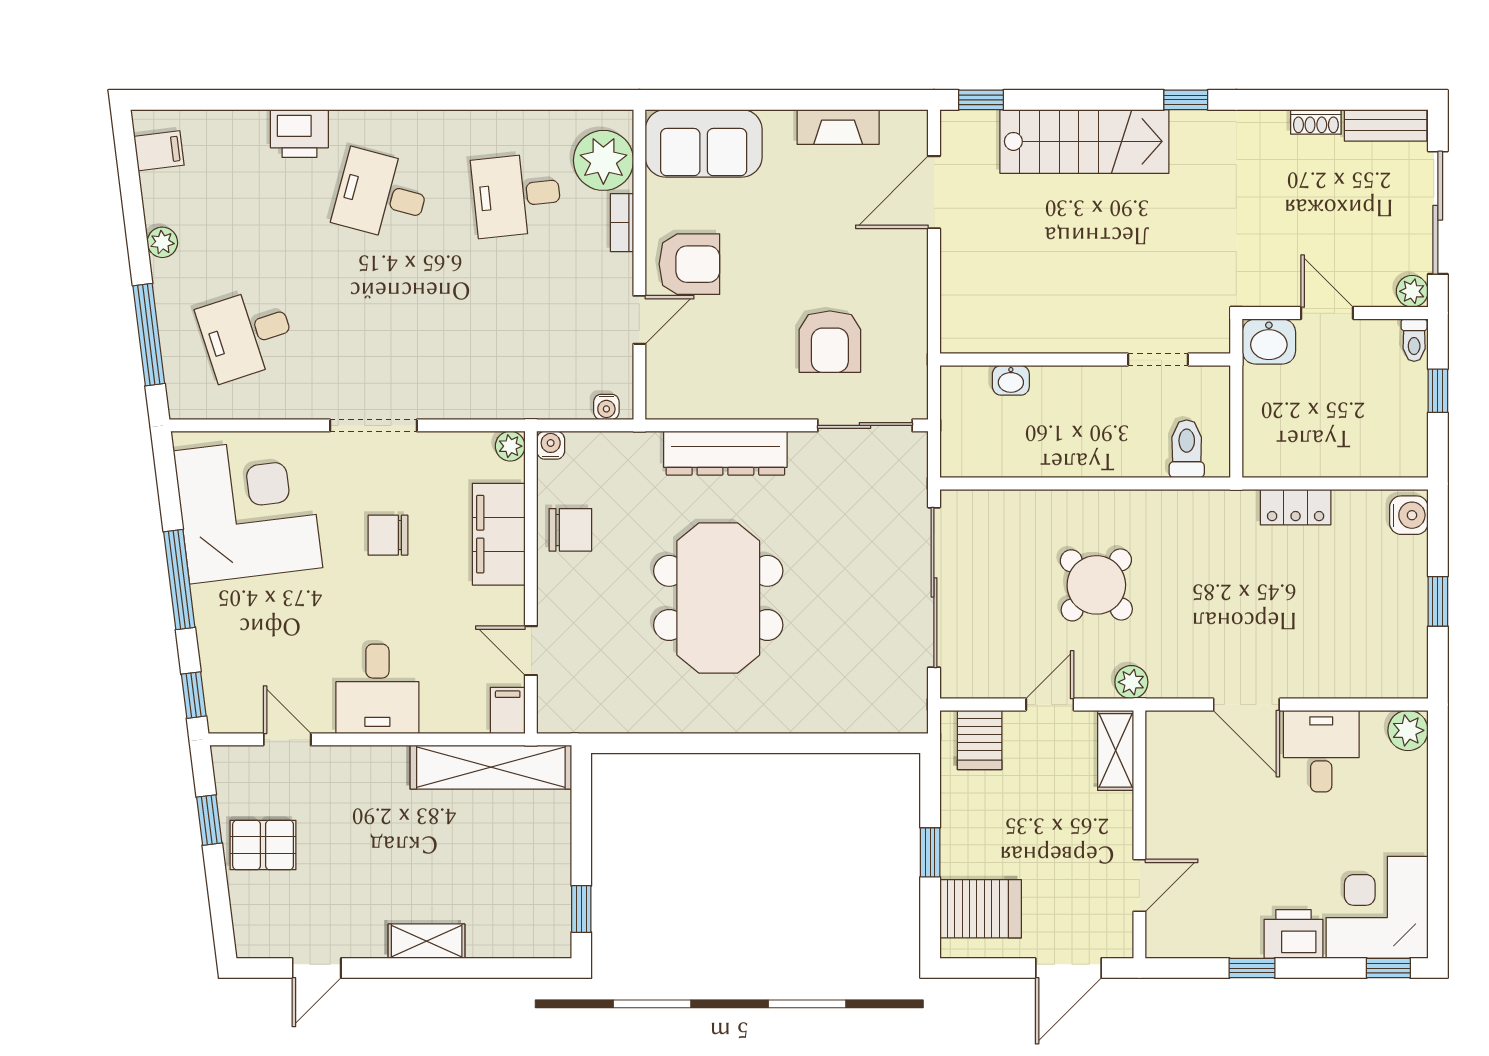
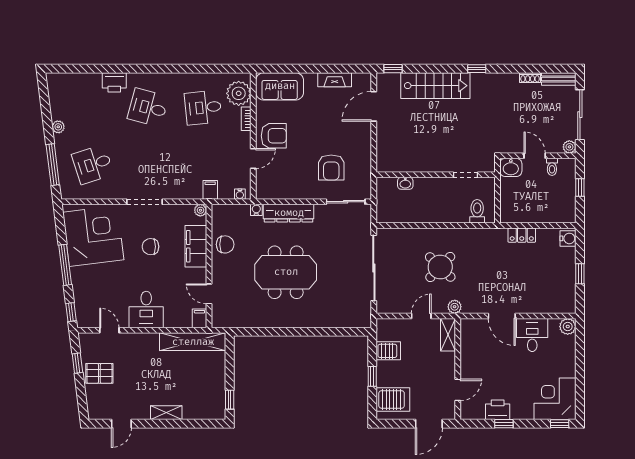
filing cabinet: (159, 151) -> (210, 190), moved, turned -83
toilet: (1414, 340) -> (552, 167), moved
water cooler: (551, 445) -> (256, 210), moved
meeting table: (718, 598) -> (286, 272), turned 90
server rack: (980, 740) -> (388, 351), moved, turned -90
printer: (1294, 934) -> (498, 410), moved

